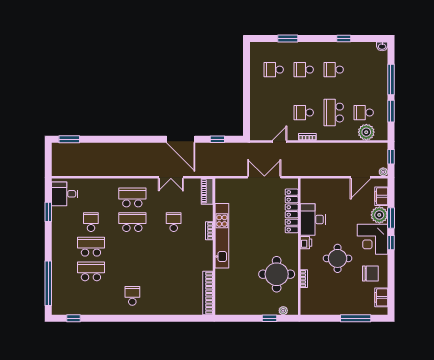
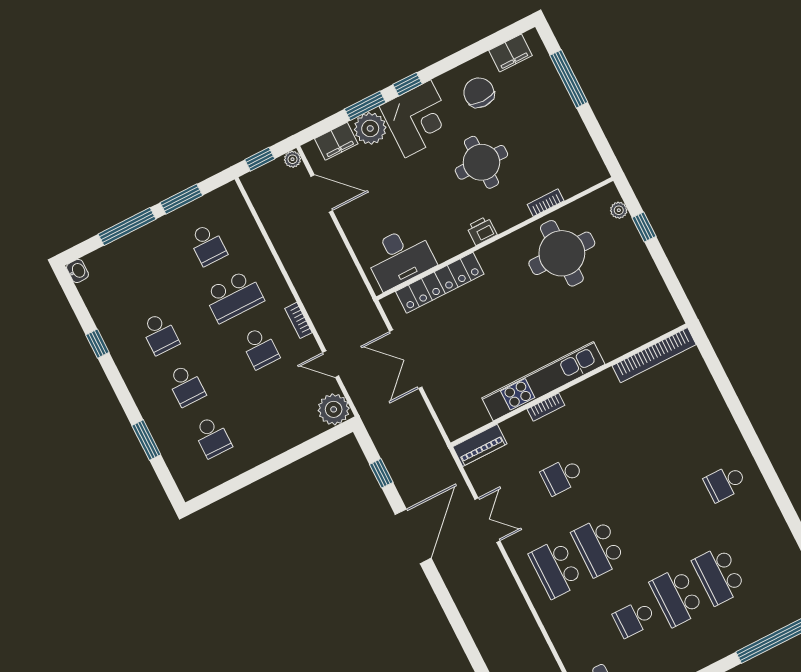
plant: (366, 132) -> (334, 409), moved
desk: (313, 220) -> (400, 257), moved

